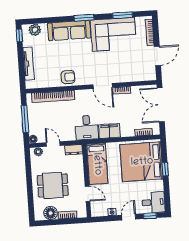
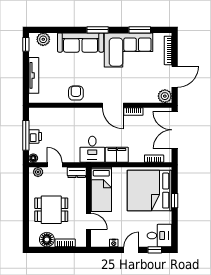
plant: (150, 74) -> (165, 96), added
armchair: (68, 77) -> (76, 93), turned -90
bookcase: (53, 96) -> (58, 113), removed
printer: (33, 119) -> (35, 136), added

